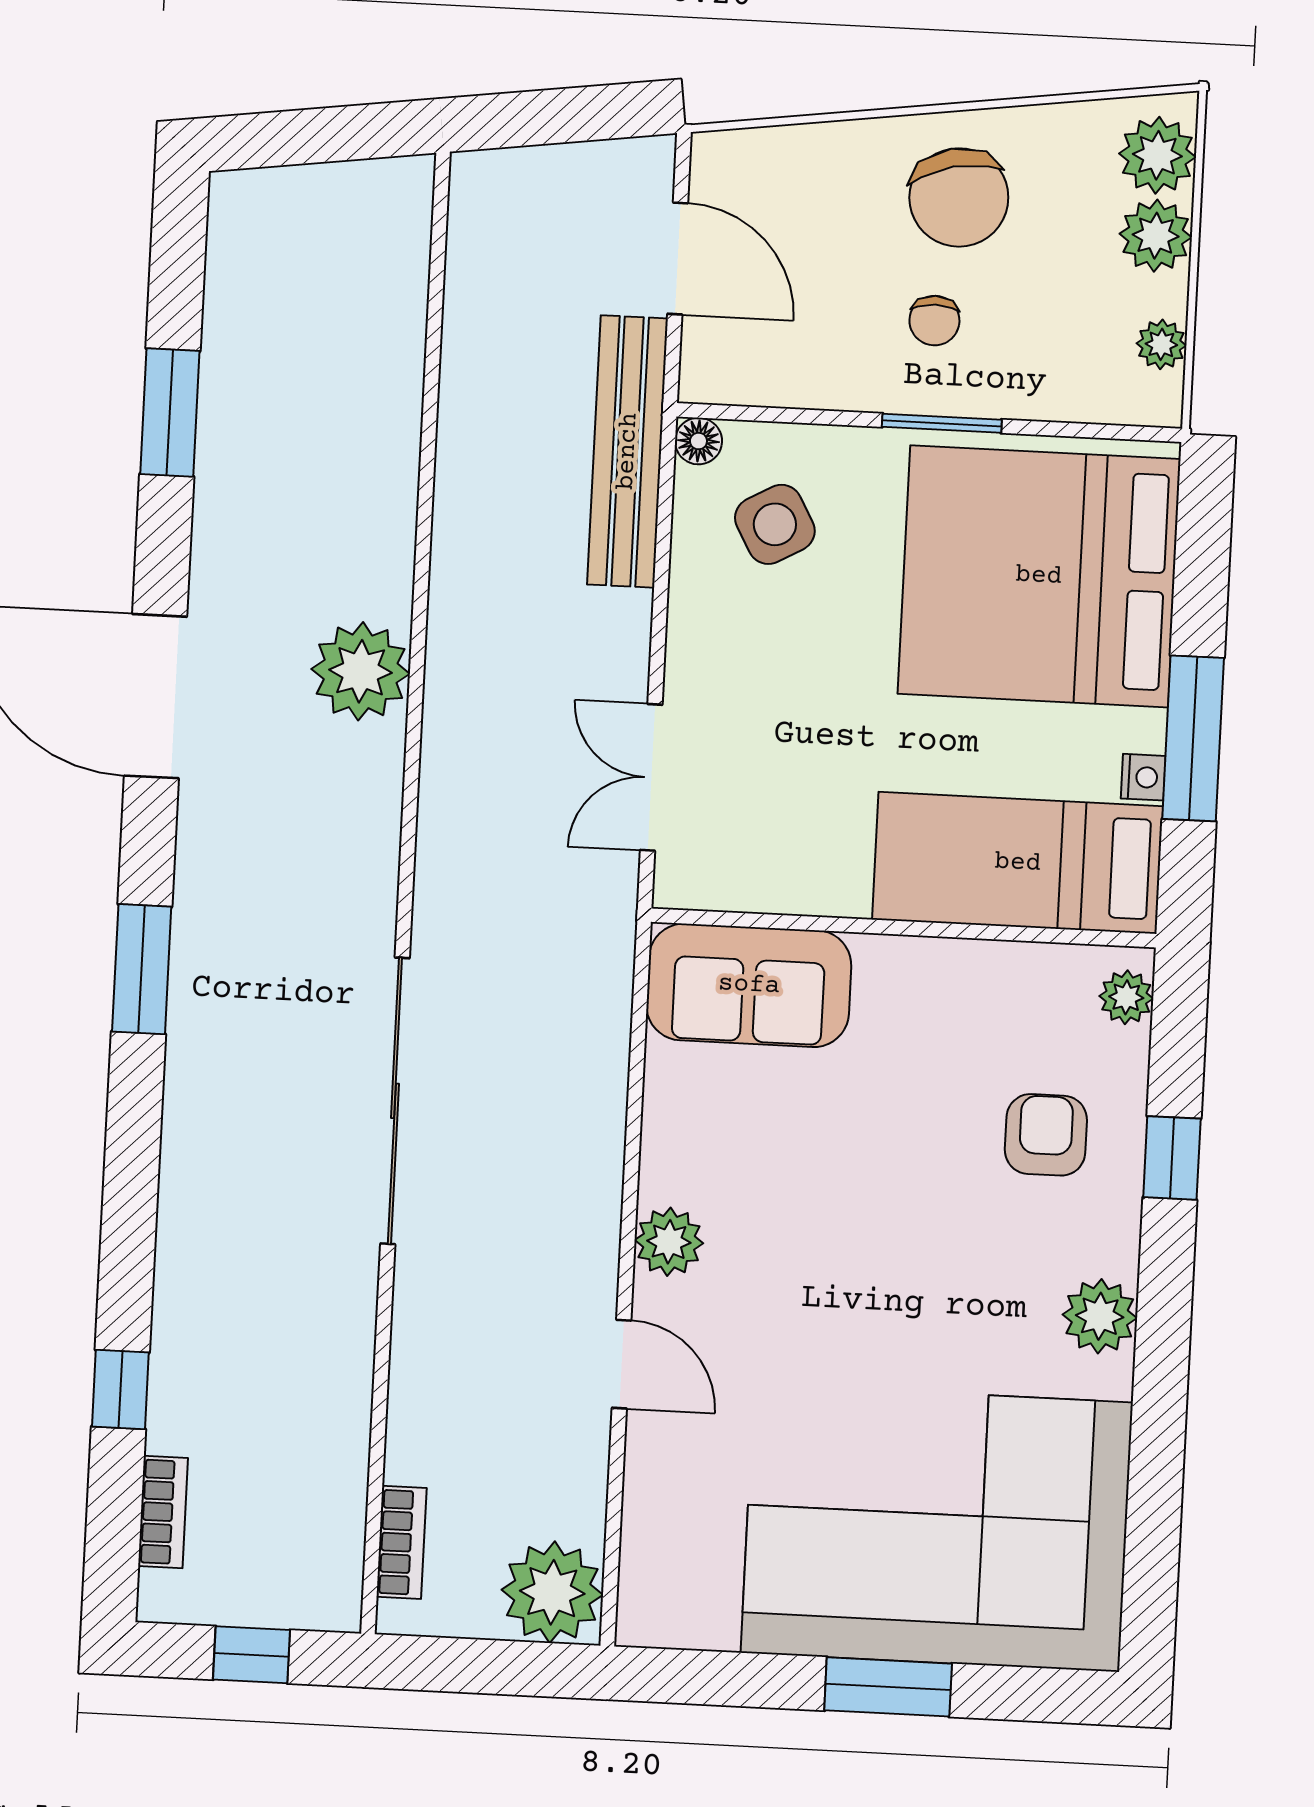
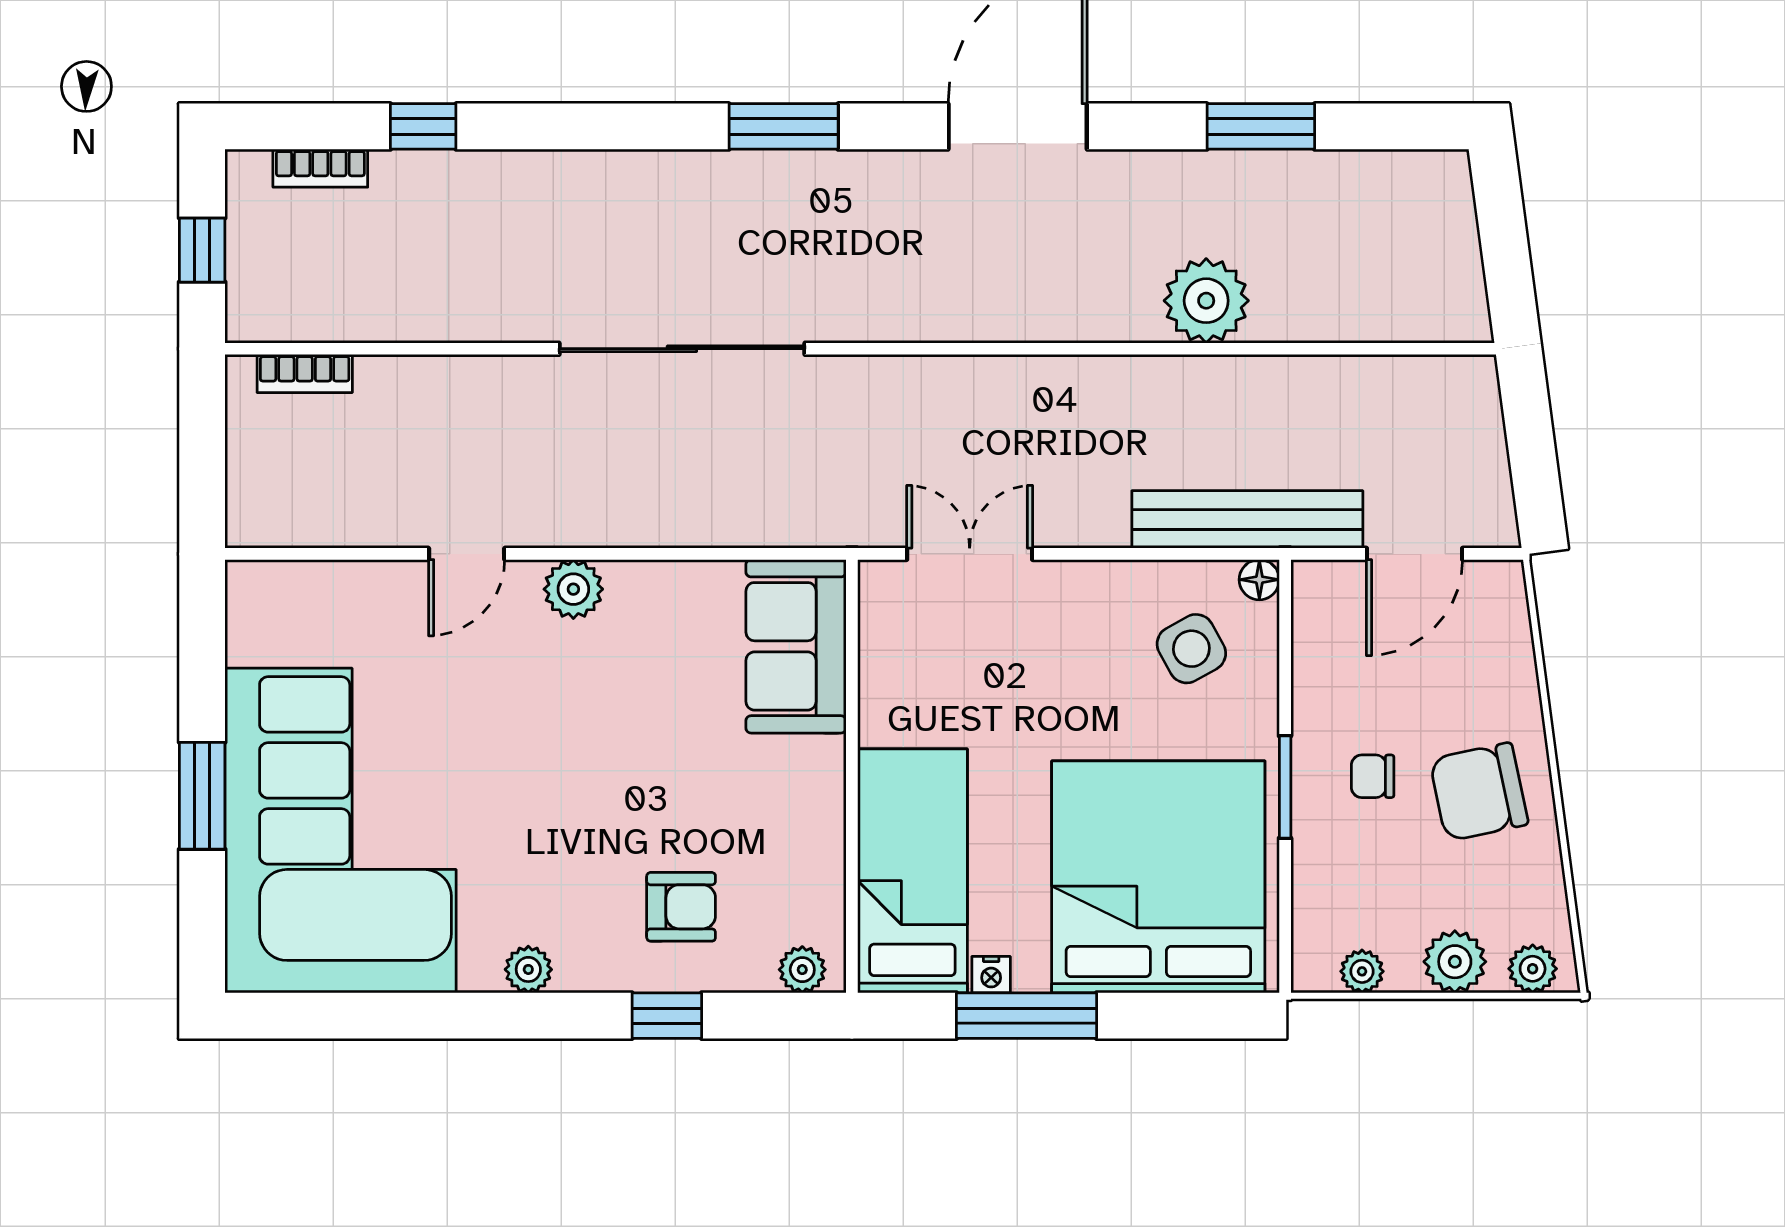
plant: (1157, 155) -> (1533, 969), width x0.73, depth x0.73
plant: (361, 671) -> (1206, 301), moved
plant: (1100, 1316) -> (528, 969), width x0.73, depth x0.73
plant: (552, 1592) -> (269, 505), removed

